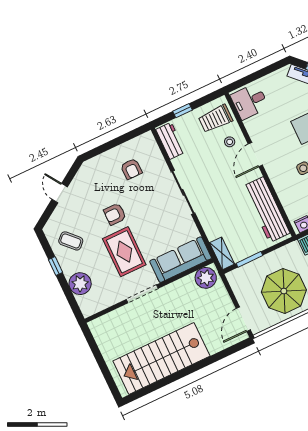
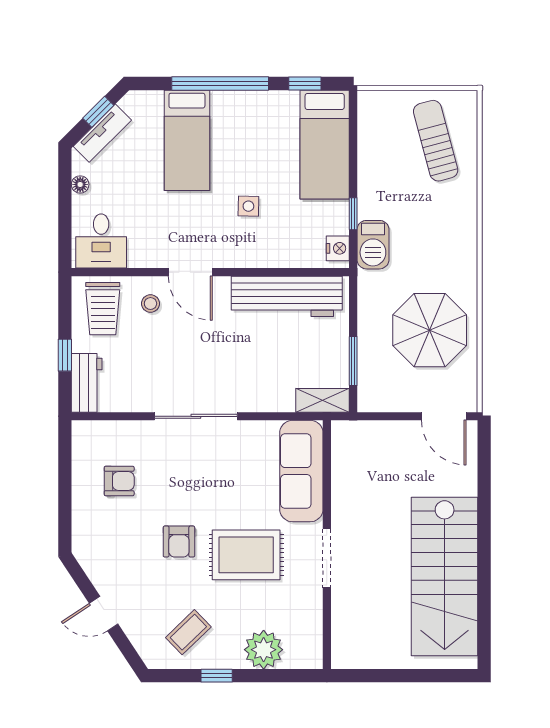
floor lamp: (273, 77) -> (80, 184), added
workbench: (171, 141) -> (87, 383), moved, turned 90
plant: (206, 278) -> (349, 445), removed

